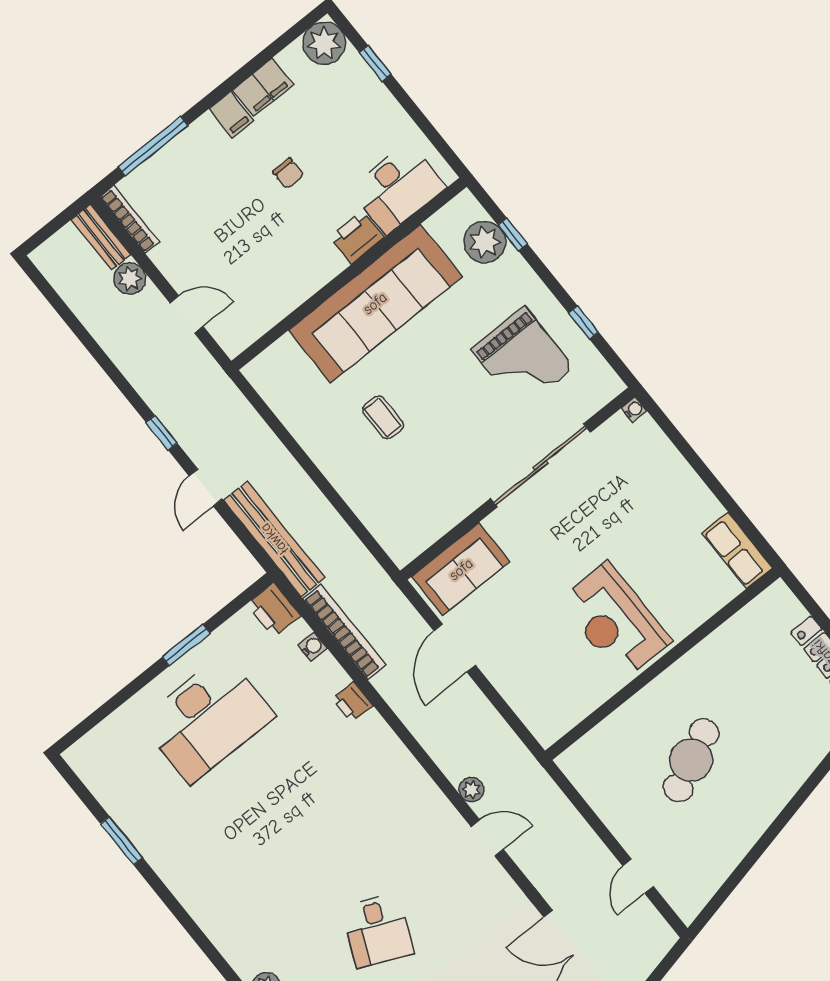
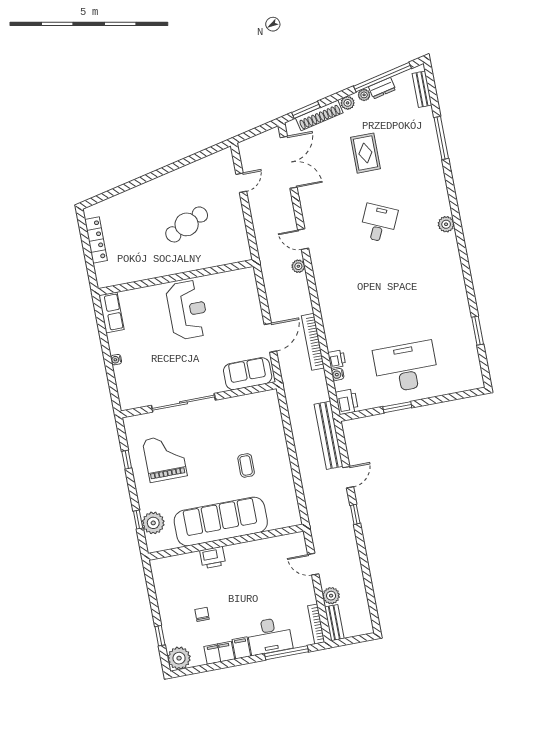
chair: (288, 173) -> (202, 614), moved
desk: (398, 188) -> (269, 636), moved, turned 180
water cooler: (634, 410) -> (116, 360), moved
bookcase: (344, 632) -> (313, 342), moved
printer: (352, 702) -> (337, 359), moved

